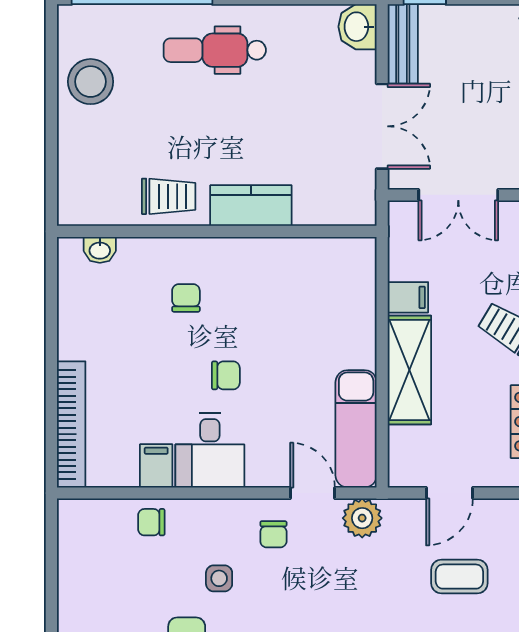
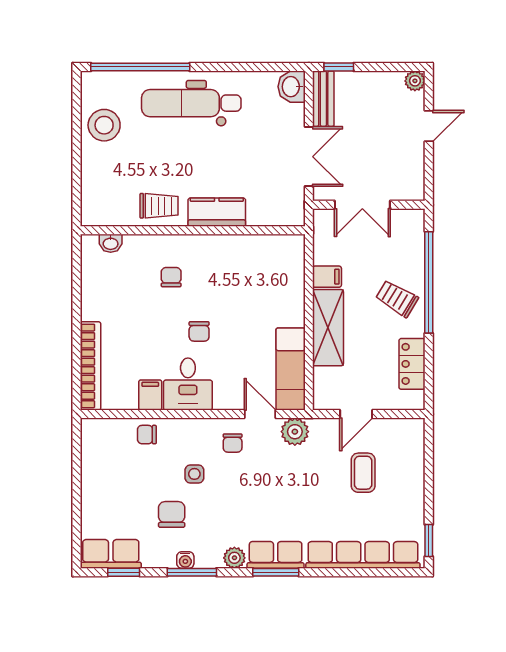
dental chair: (215, 50) -> (191, 103), width x1.36, depth x1.38
chair: (226, 375) -> (199, 331), turned 90
coffee table: (459, 577) -> (363, 473), turned 90

